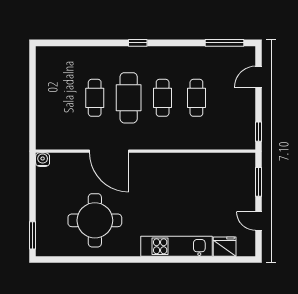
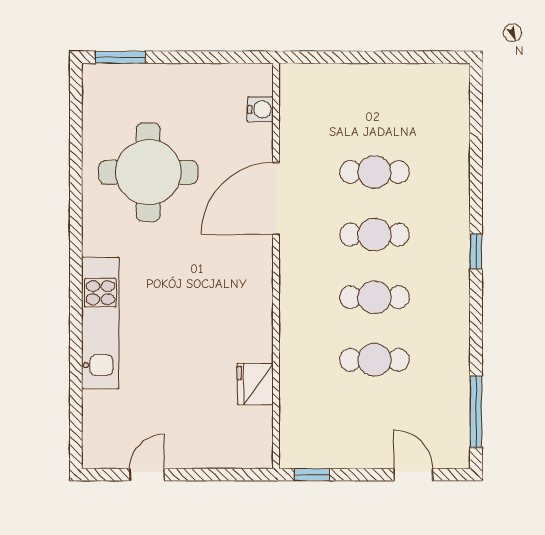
cafe table: (129, 98) -> (375, 235), width x0.73, depth x0.74
water cooler: (43, 160) -> (260, 109), moved
window: (259, 182) -> (219, 475), removed
fridge: (225, 247) -> (255, 384), moved, turned 180

